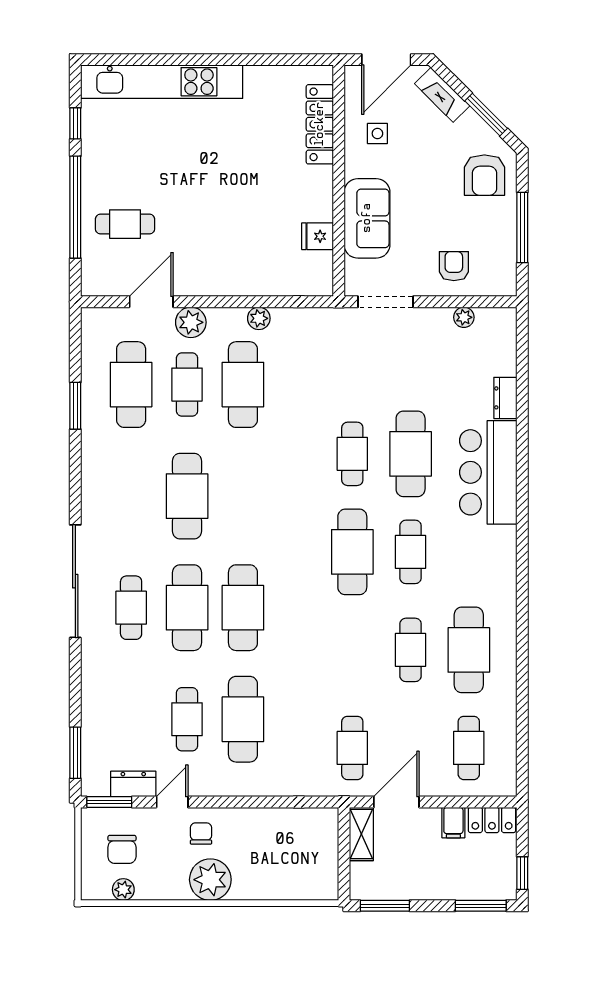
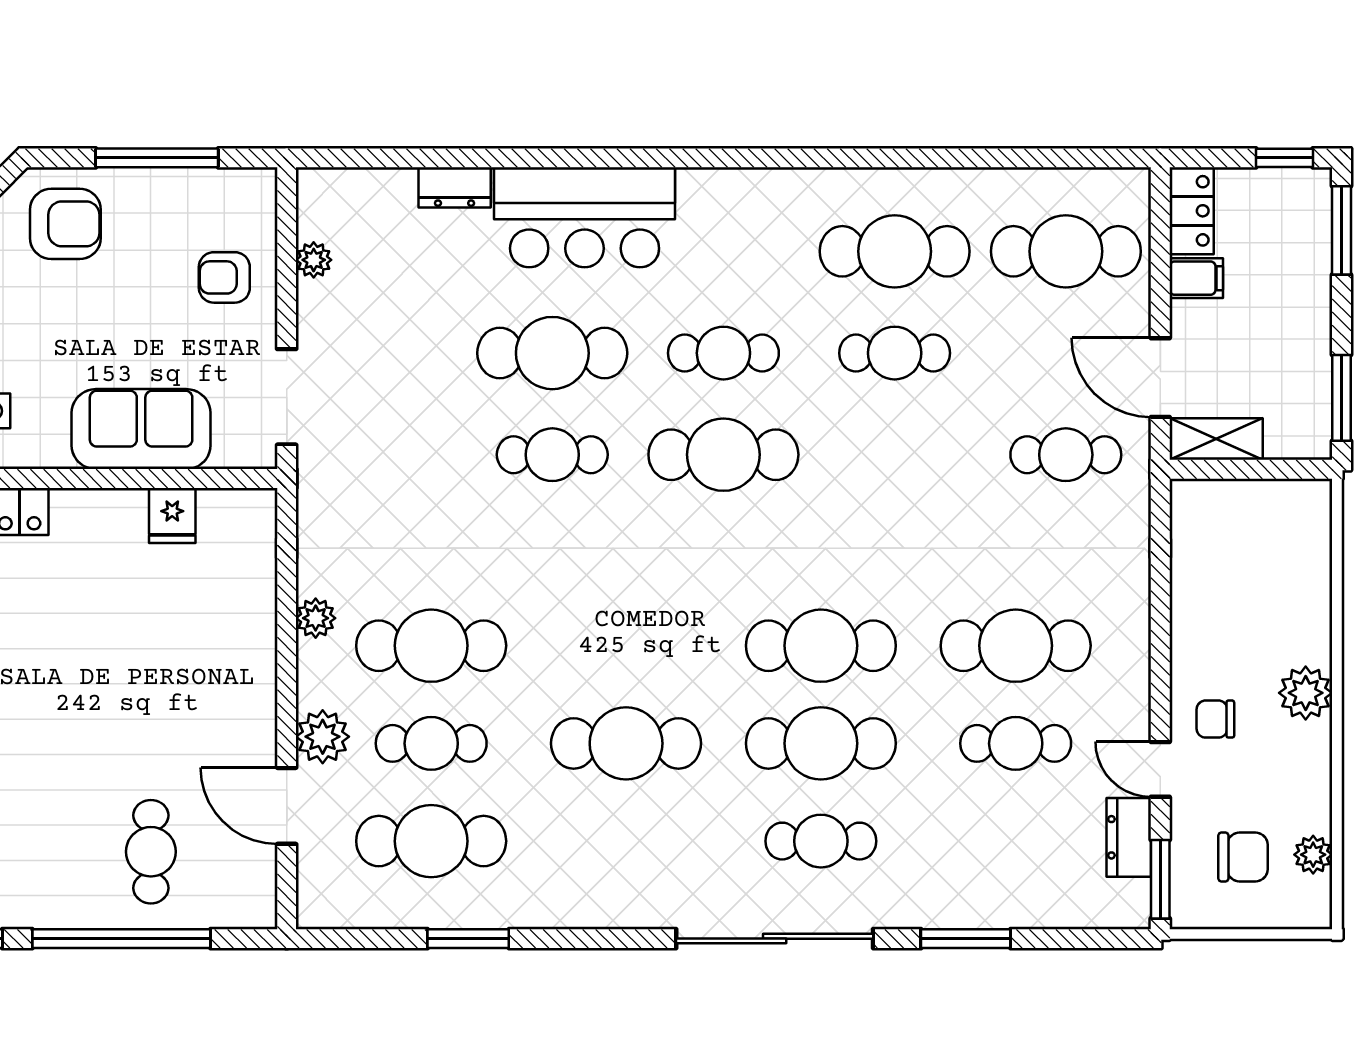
cafe table: (469, 748) -> (1066, 251), width x1.37, depth x1.35
window: (75, 753) -> (966, 939), moved
plant: (210, 880) -> (1306, 693), width x0.73, depth x0.73

